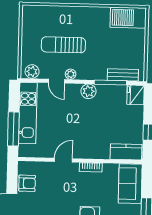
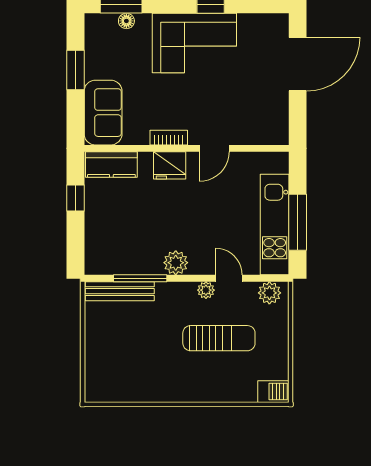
barbecue: (128, 18) -> (273, 392), moved, width x0.53, depth x0.65
bench: (123, 75) -> (120, 291), width x1.36
fridge: (136, 95) -> (170, 165), moved, turned 90
window: (13, 129) -> (298, 222), moved
armchair: (27, 183) -> (273, 109), removed

